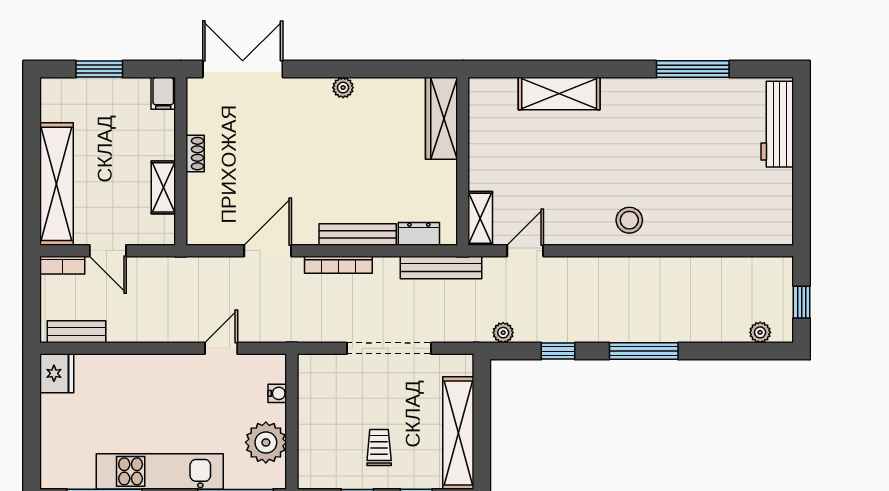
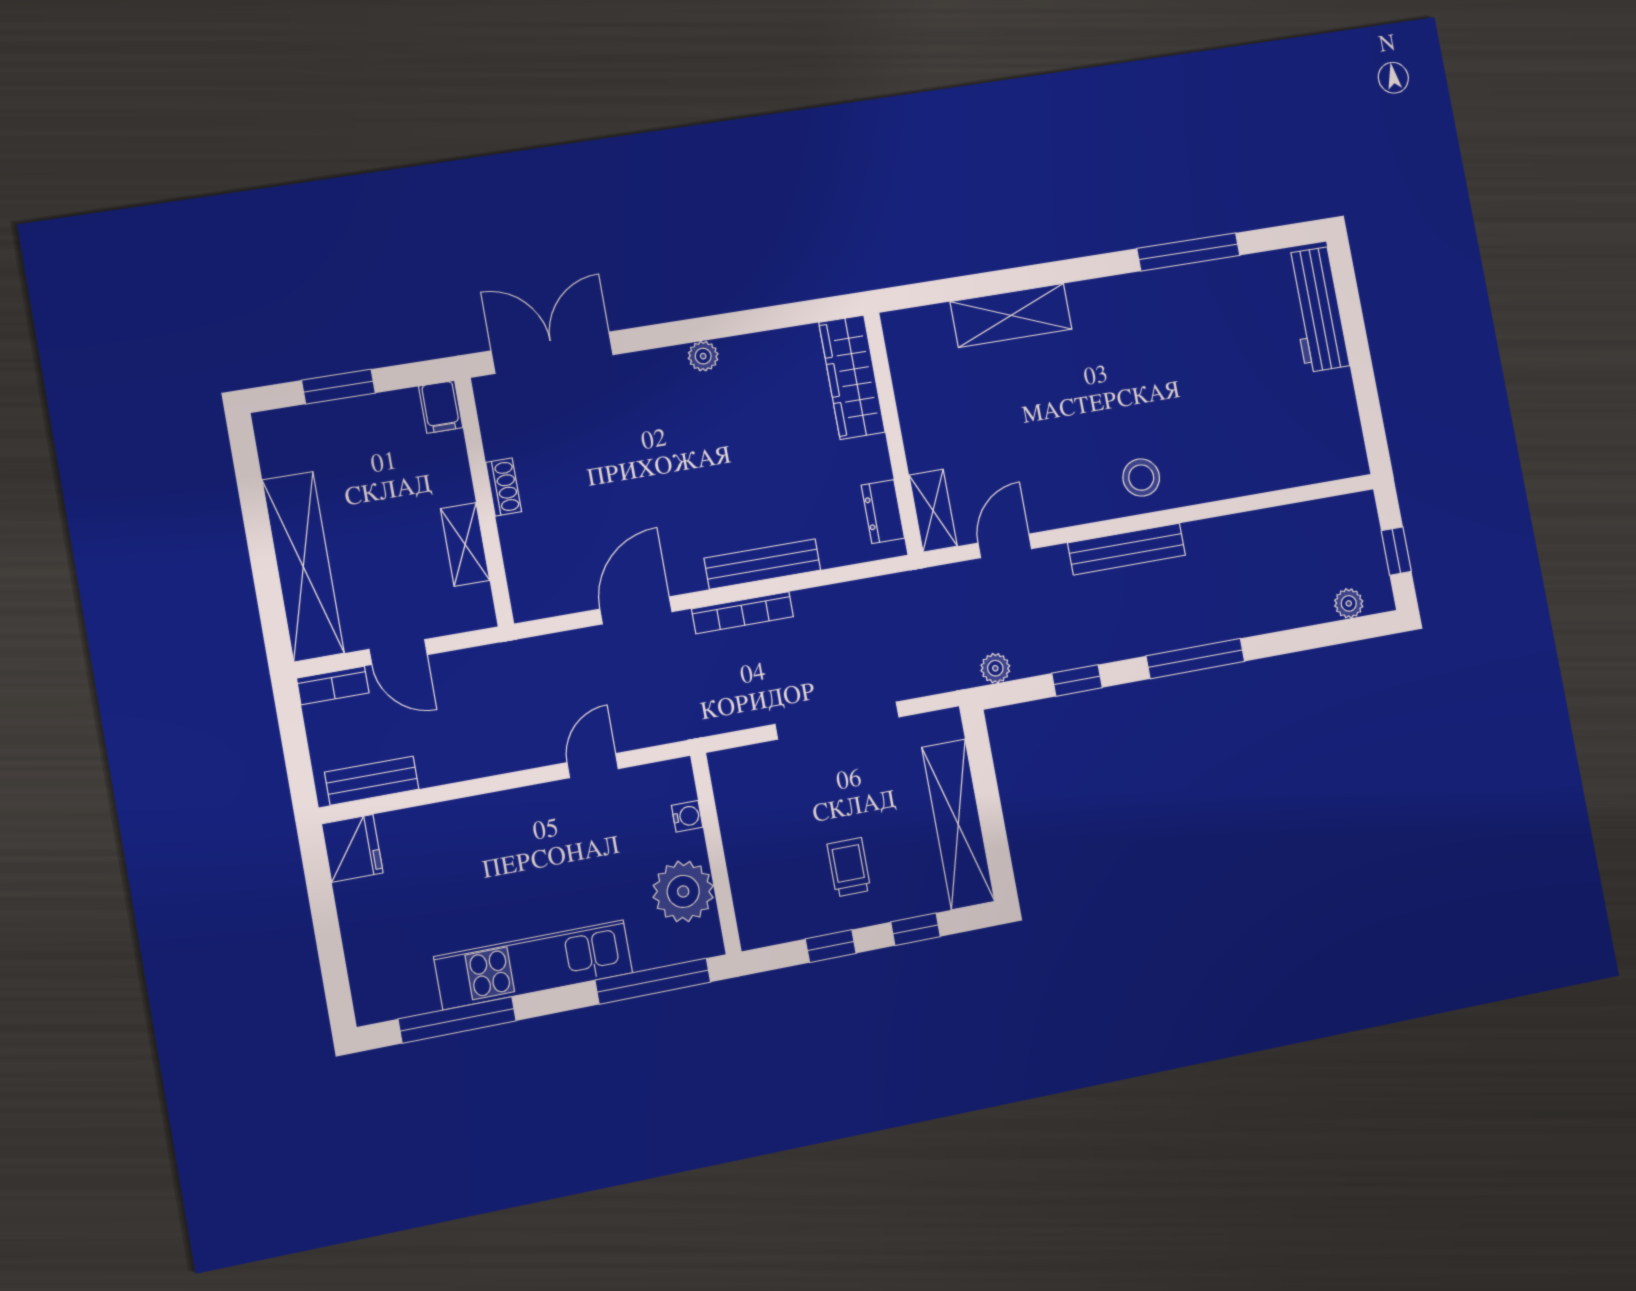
dresser: (419, 234) -> (883, 512), moved, turned -90
bench: (441, 268) -> (1127, 549), moved

